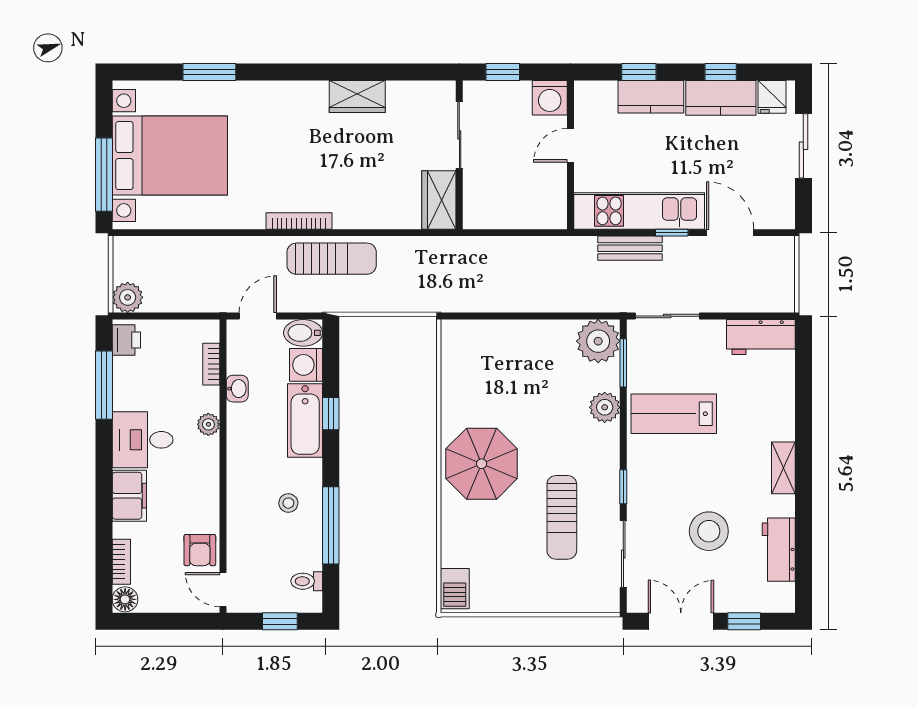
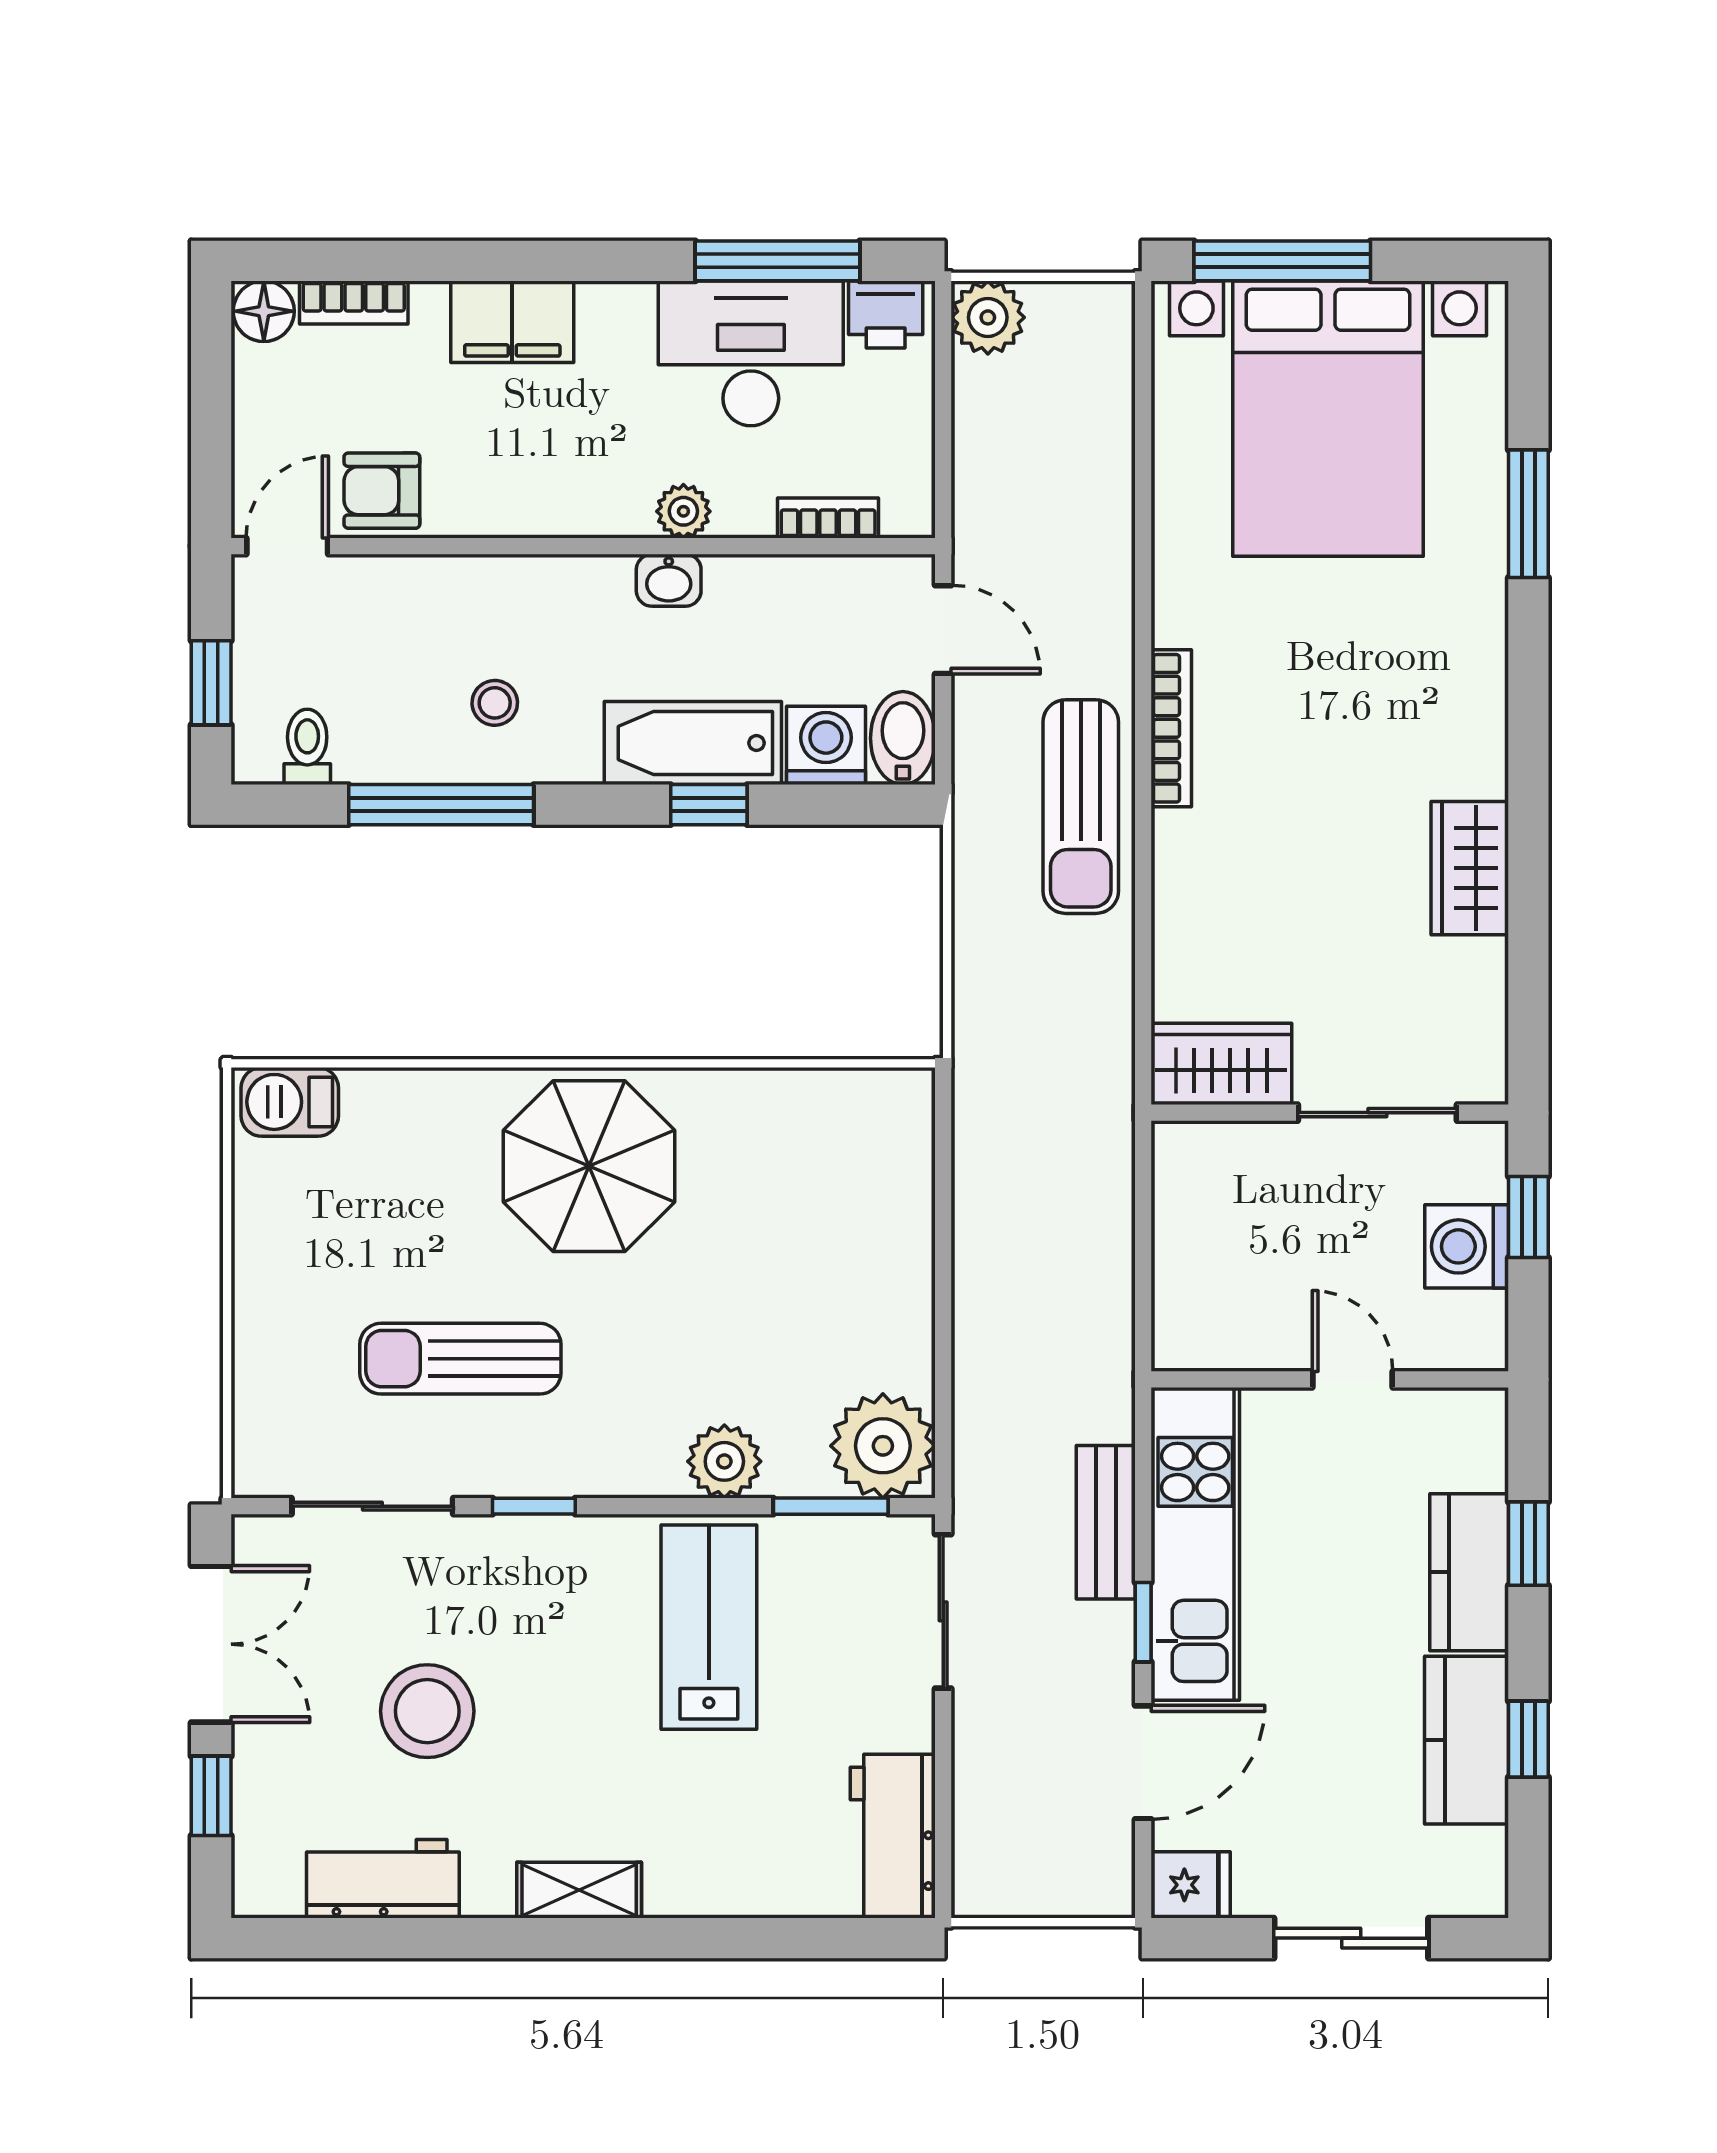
fridge: (772, 97) -> (1191, 1885), moved, turned 180
washing machine: (550, 98) -> (1467, 1246), moved
washbasin: (237, 389) -> (669, 580), moved
desk: (143, 440) -> (751, 353), moved, width x1.37

